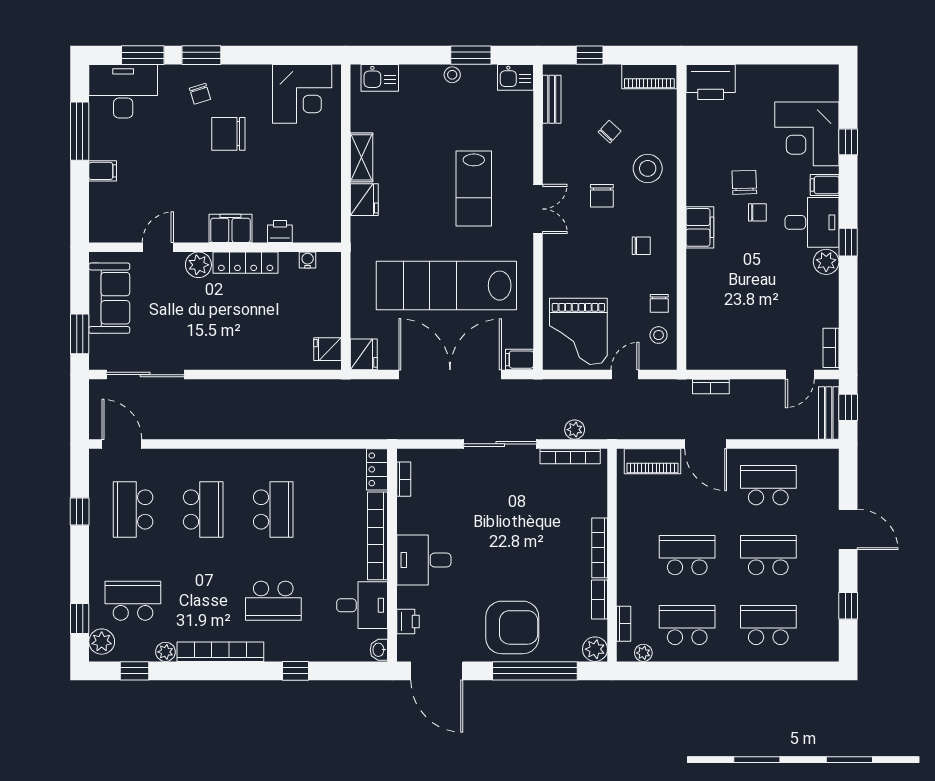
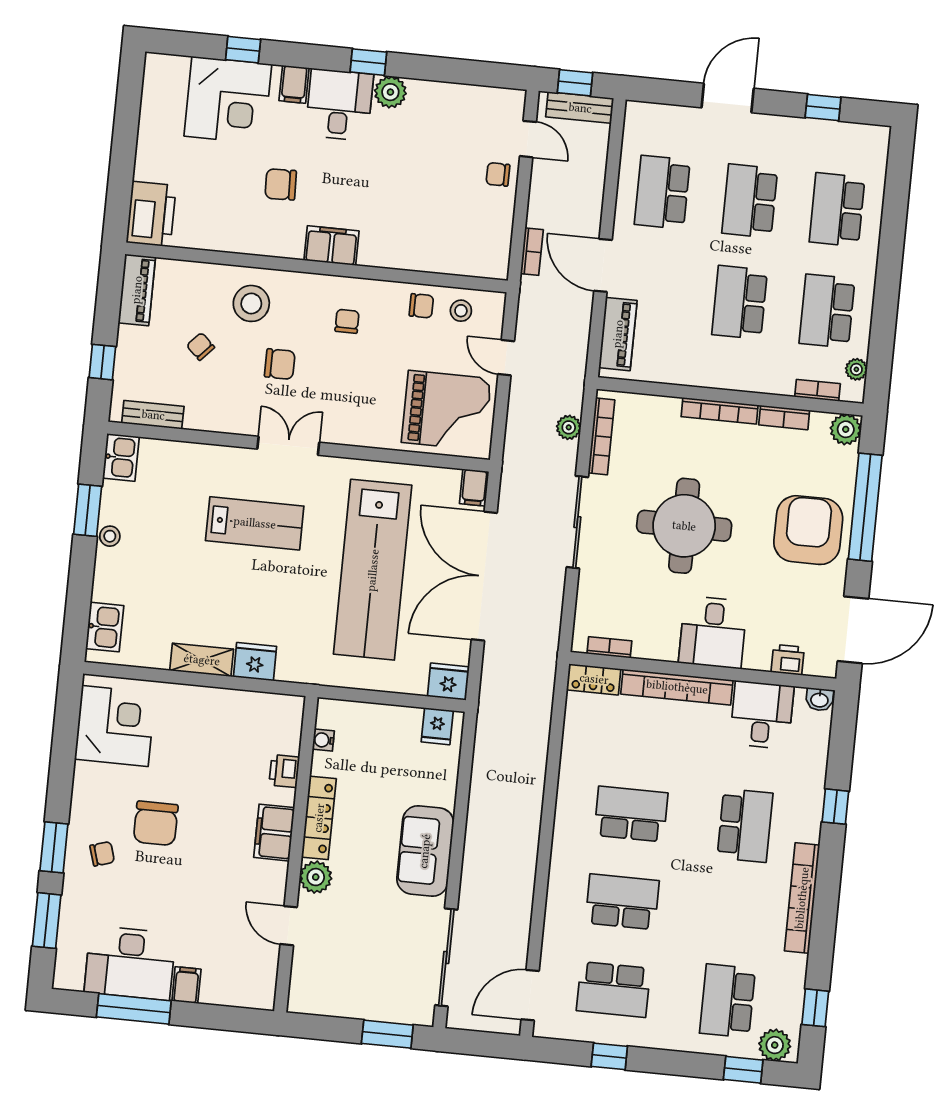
desk: (123, 91) -> (130, 963), moved, turned -90
chair: (757, 212) -> (498, 174), moved, turned -90
sofa: (109, 298) -> (425, 851), moved, turned -90
bookcase: (831, 348) -> (498, 97), removed
door: (706, 444) -> (603, 265), swing flipped
round table: (506, 529) -> (684, 526), added
plant: (165, 652) -> (795, 967), removed

